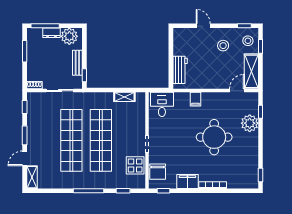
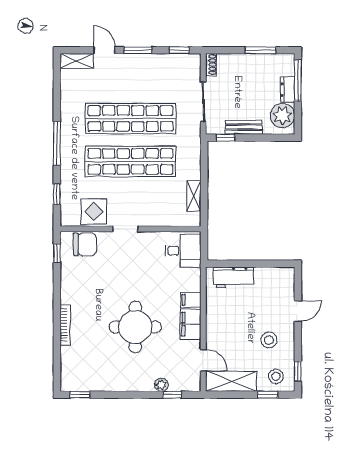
plant: (250, 123) -> (161, 385), width x0.53, depth x0.53
chair: (158, 172) -> (85, 244), turned 180
filing cabinet: (187, 181) -> (190, 324), moved, turned 180

